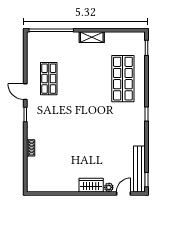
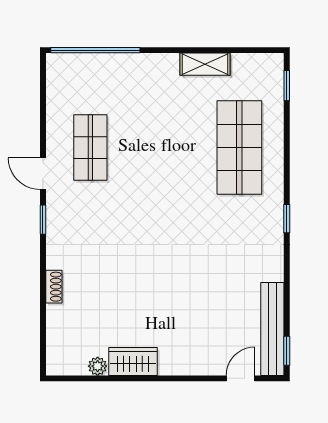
shelving: (92, 37) -> (205, 64), moved
wardrobe: (91, 185) -> (133, 361), moved
plant: (109, 187) -> (98, 366), moved

